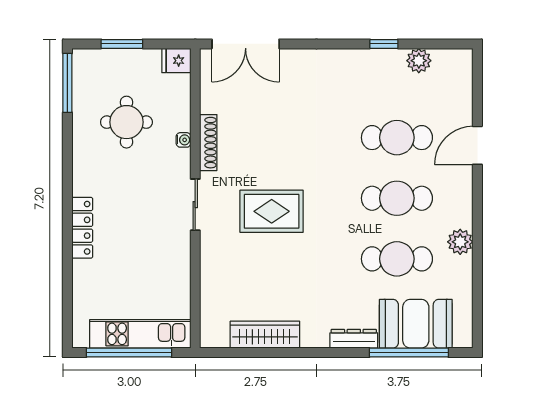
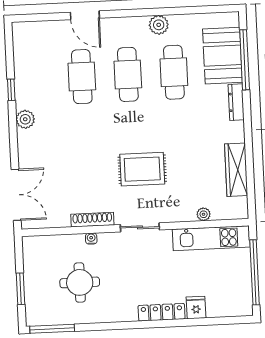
fridge: (176, 61) -> (196, 308), moved, turned 180
plant: (419, 61) -> (25, 119), moved
rug: (272, 211) -> (142, 169), turned 90
plant: (208, 289) -> (204, 214), added
kitchen unit: (140, 334) -> (211, 238), moved, turned -90

